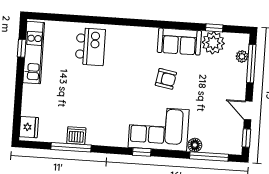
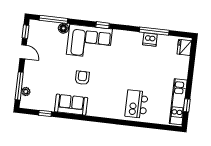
plant: (213, 43) -> (46, 102), removed
armchair: (166, 79) -> (82, 78), turned 80

